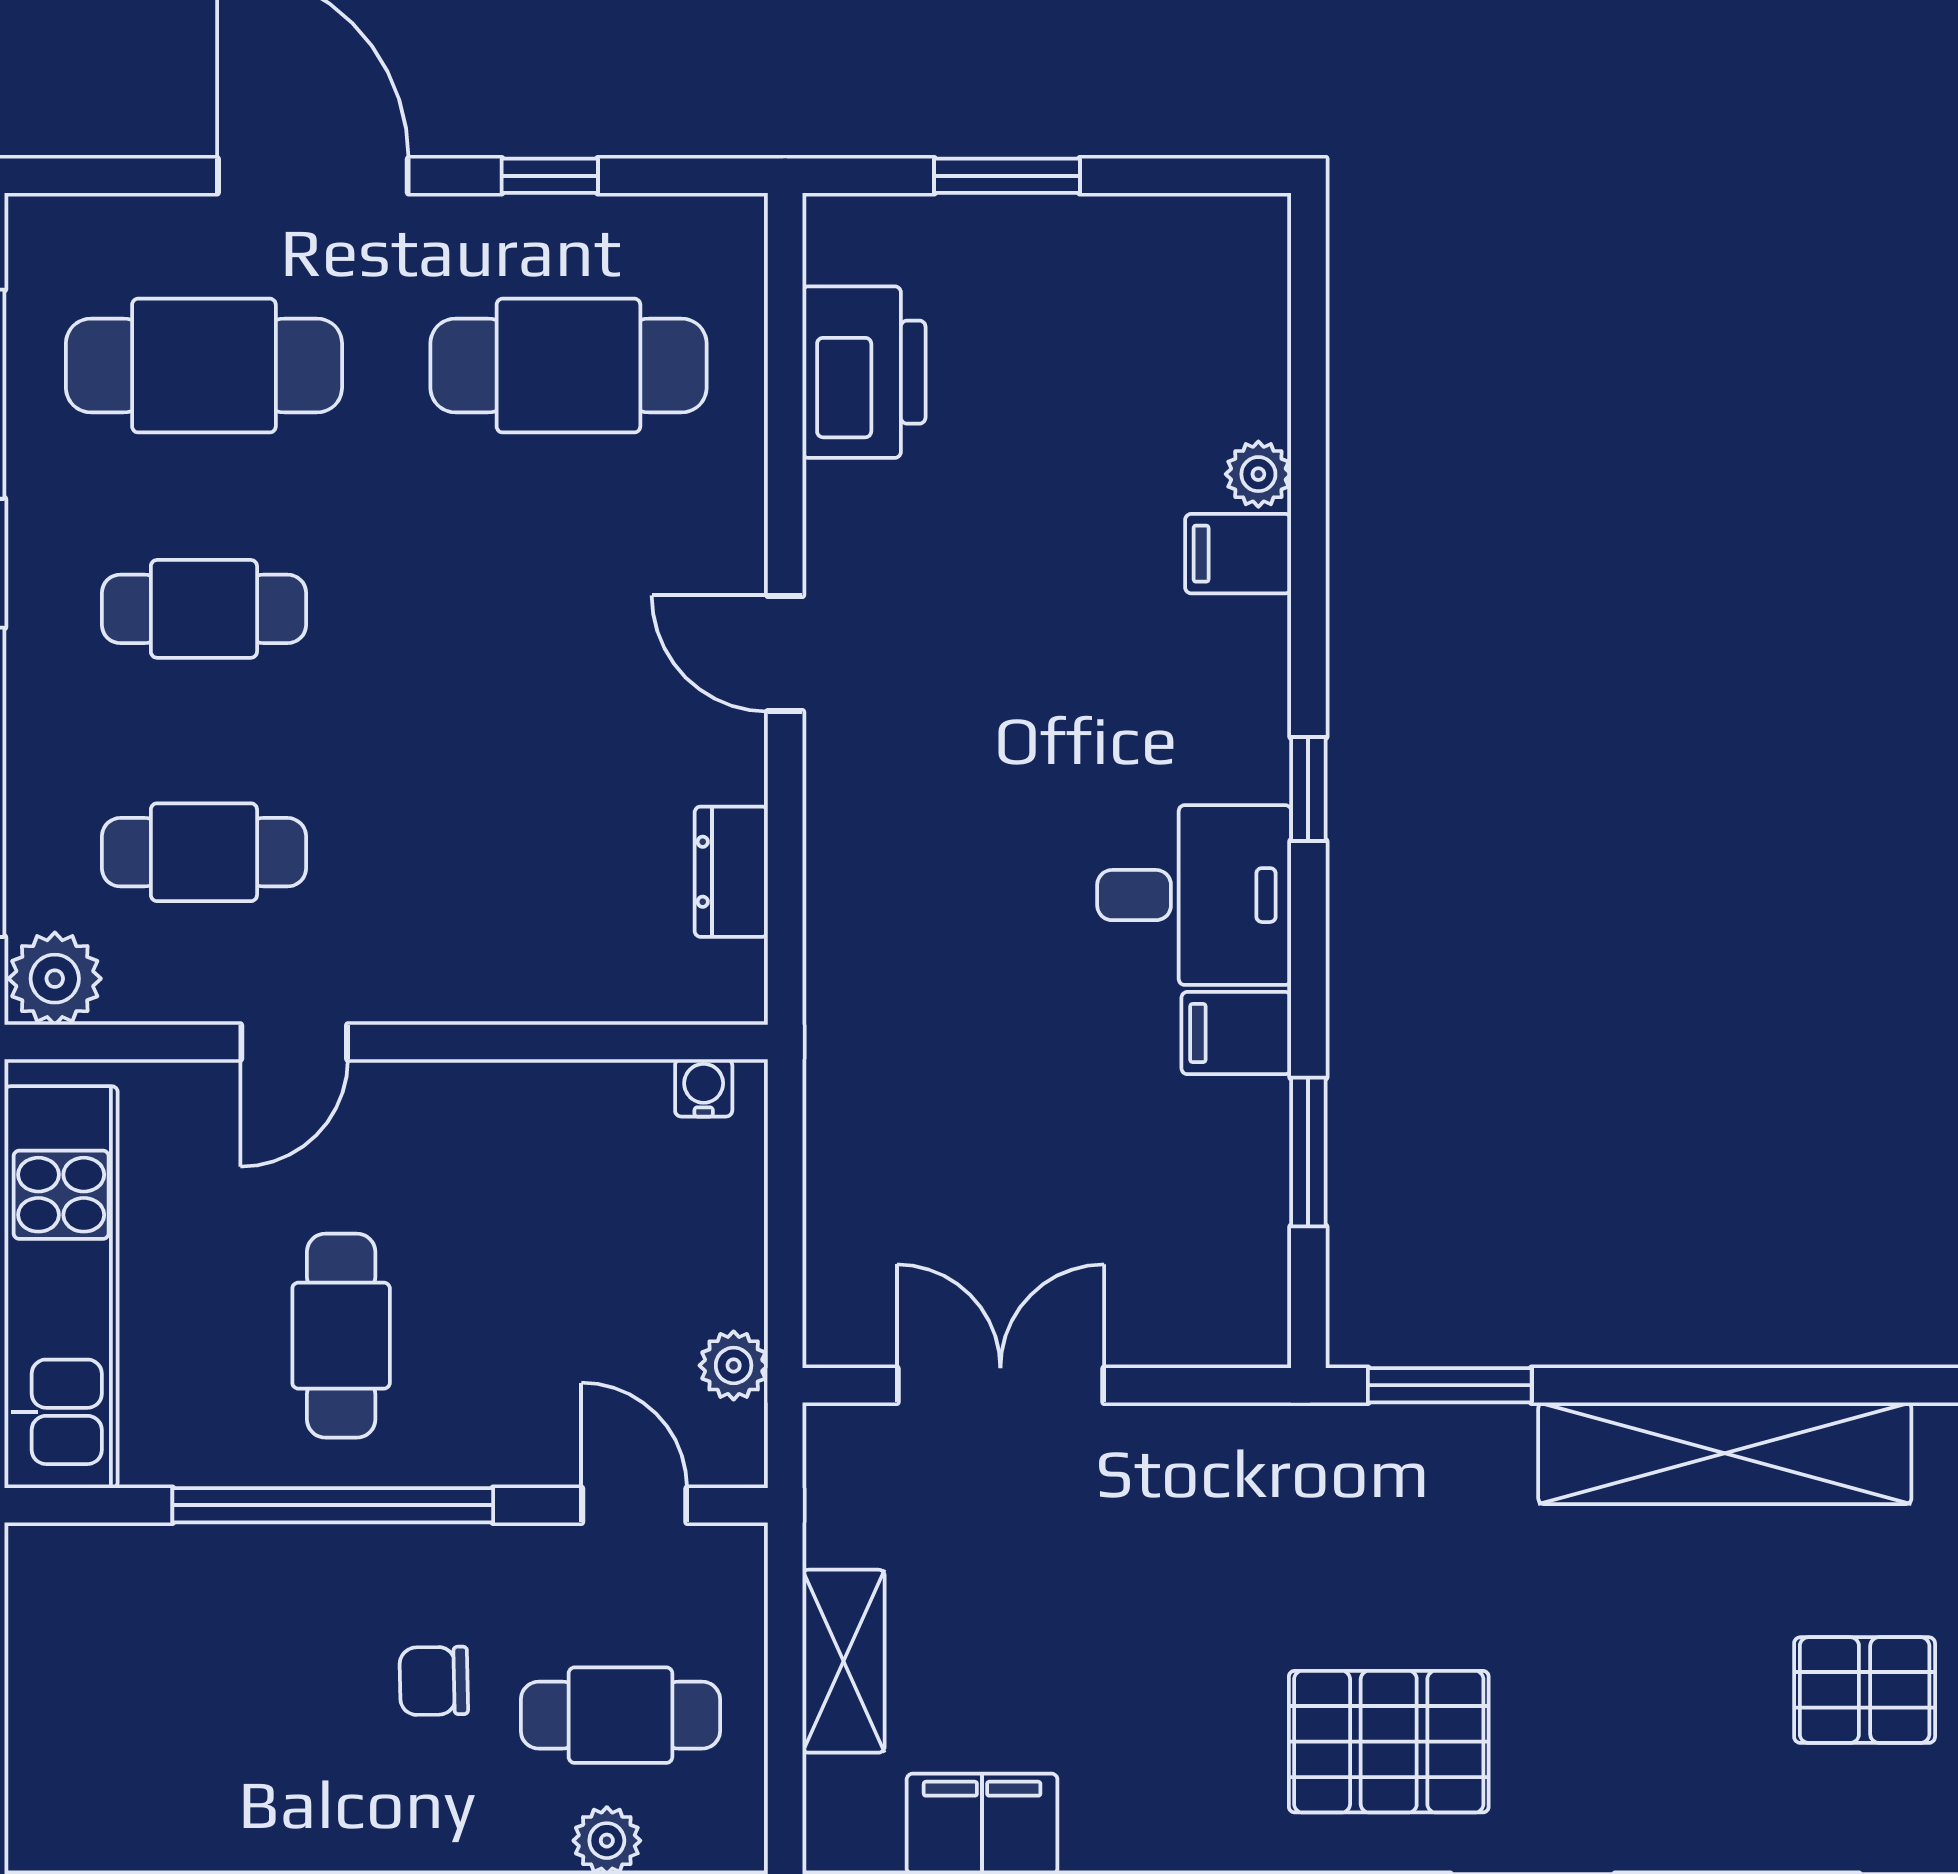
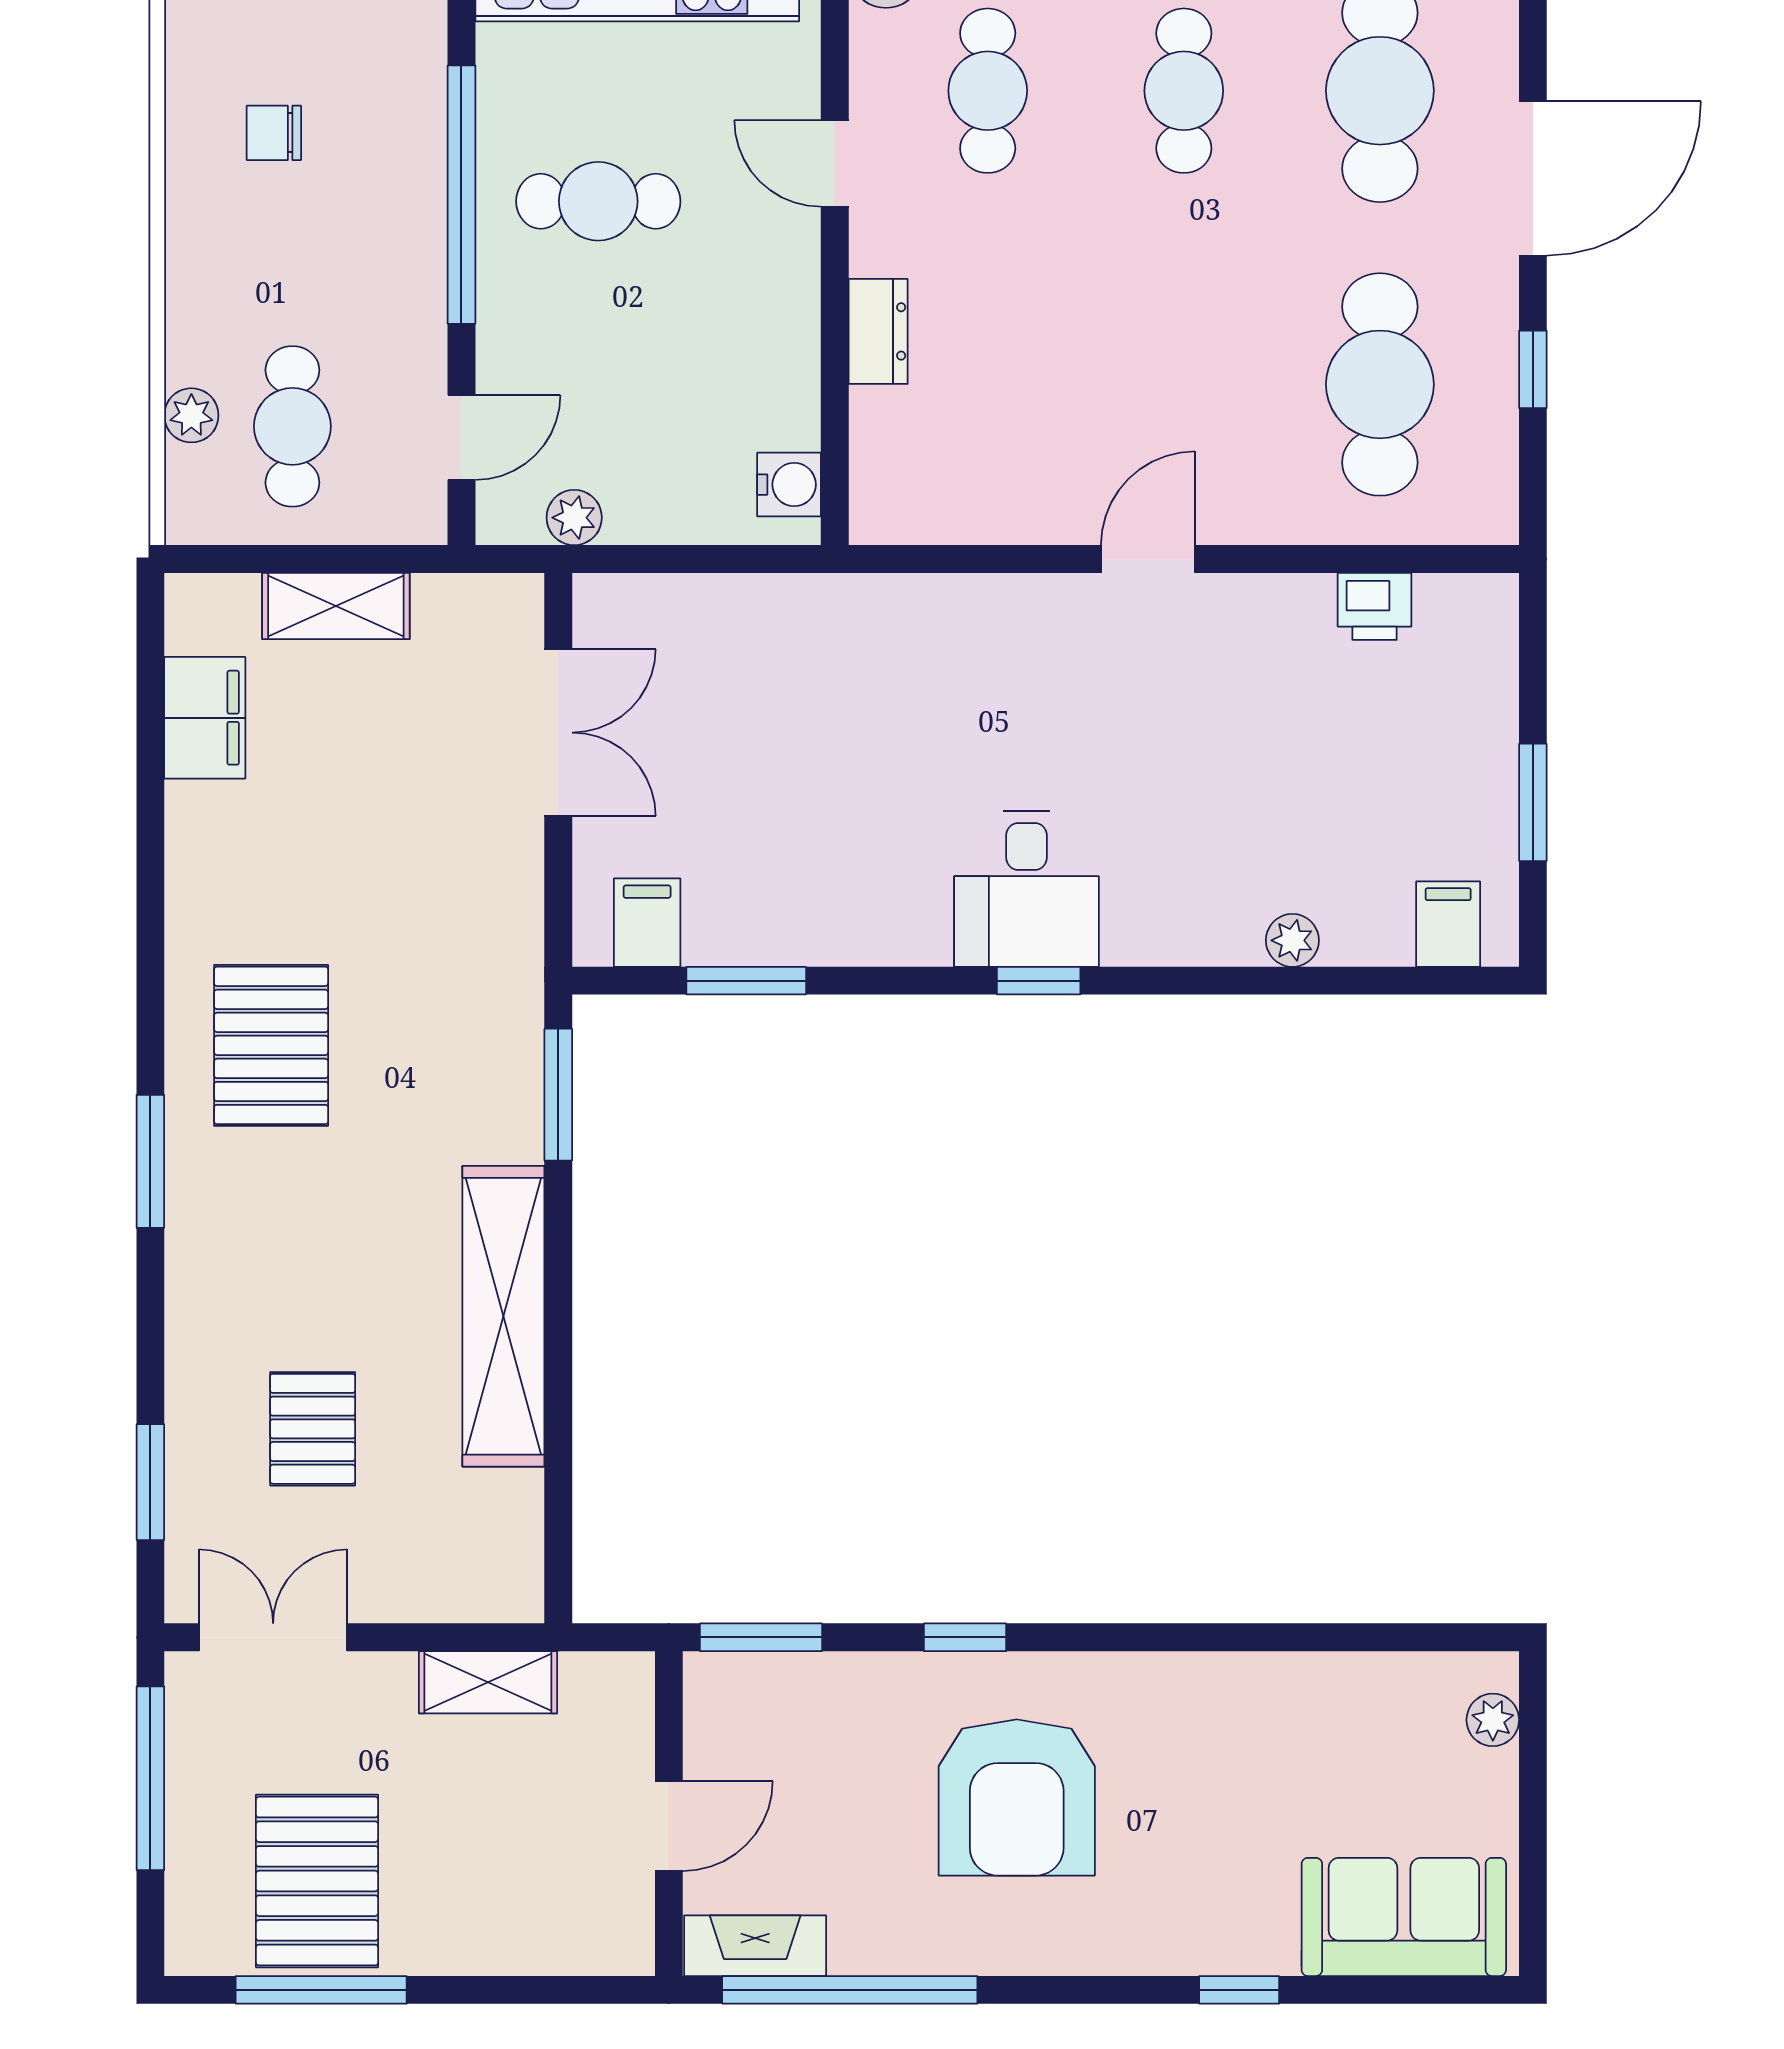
window: (1007, 176) -> (1533, 802), moved
printer: (864, 372) -> (1375, 606), width x0.53, depth x0.68
filing cabinet: (1238, 554) -> (1448, 924), moved
dresser: (731, 872) -> (878, 331), moved, turned 90
desk: (1194, 895) -> (1026, 889), moved
filing cabinet: (1236, 1033) -> (647, 923), moved
water cooler: (704, 1088) -> (789, 485), width x1.38, depth x1.38
chair: (434, 1681) -> (274, 133), moved, turned -89

